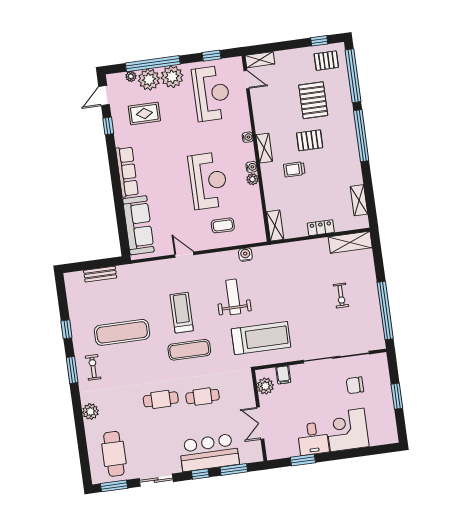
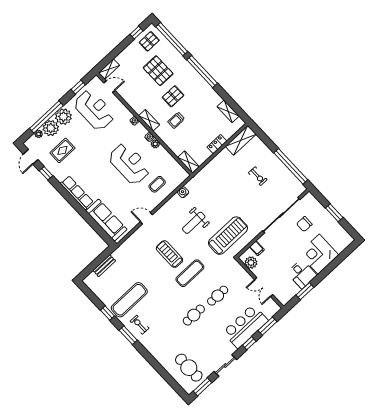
weight bench: (233, 297) -> (194, 223), turned -90
exercise mat: (122, 332) -> (129, 300), moved
plant: (90, 412) -> (157, 352), removed

